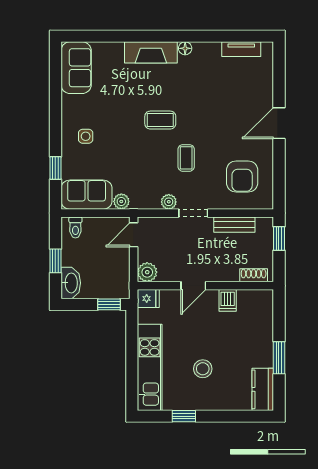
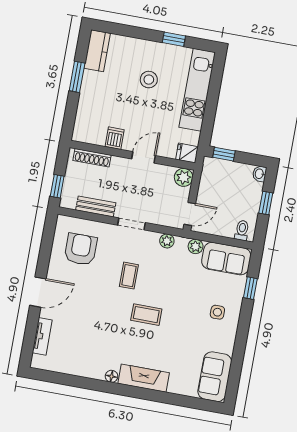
tv unit: (241, 49) -> (42, 336), moved, turned 90
plant: (169, 202) -> (167, 241), moved
shoe rack: (254, 275) -> (92, 158), width x1.43
washbasin: (71, 283) -> (260, 174), width x0.52, depth x0.69

